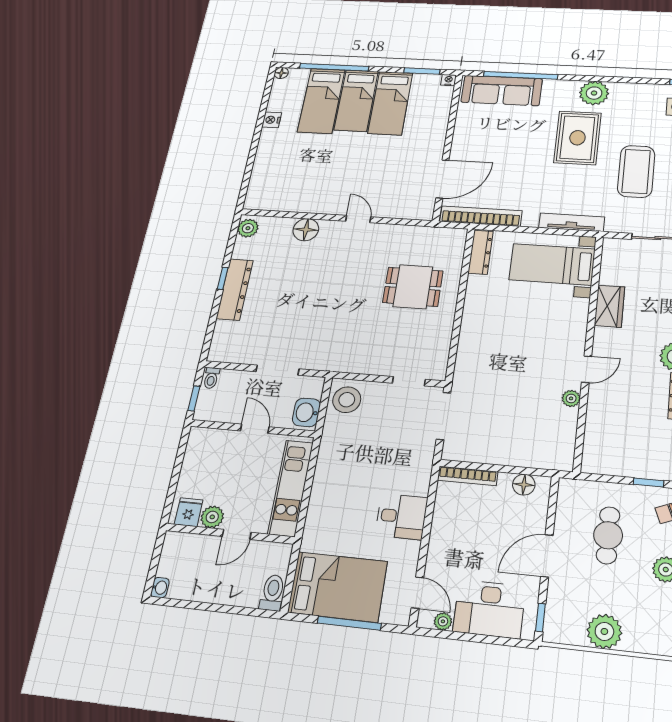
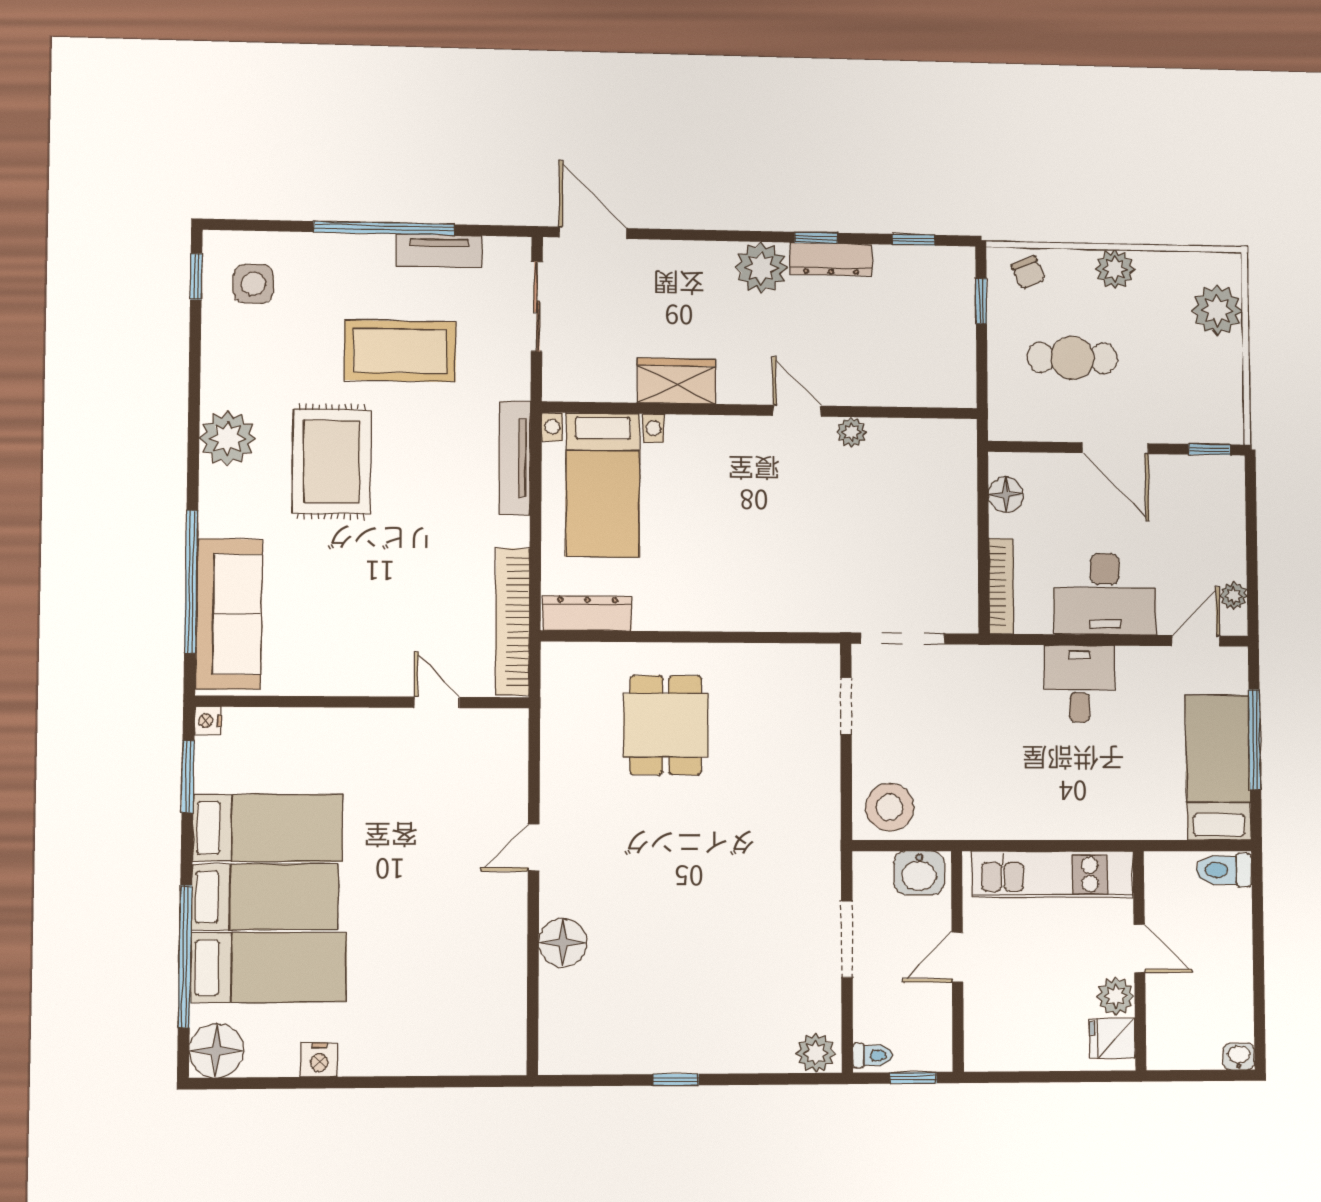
floor lamp: (281, 73) -> (216, 1051), width x1.89, depth x1.89
rug: (577, 138) -> (332, 462), turned 90
door: (442, 179) -> (437, 702), width x0.53
plant: (248, 228) -> (816, 1053), moved
dresser: (235, 289) -> (697, 1052), removed
bed: (338, 587) -> (1218, 768), width x0.67
desk: (489, 609) -> (1105, 594), moved, turned 90
plant: (604, 631) -> (1217, 310), moved

